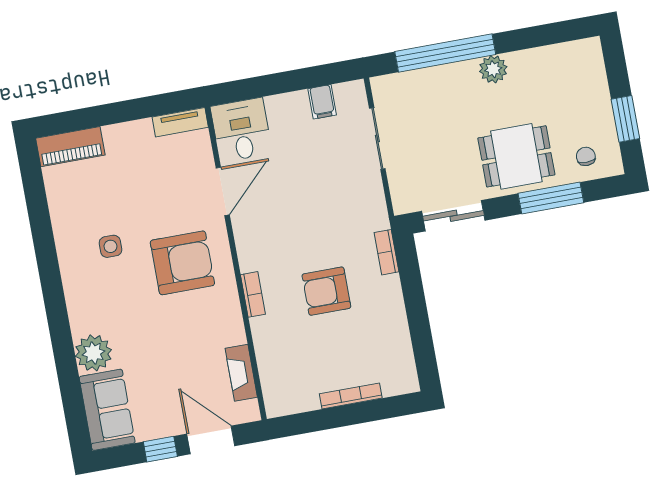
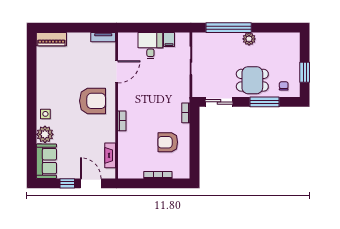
desk: (241, 130) -> (150, 46), moved
side table: (110, 246) -> (45, 114), moved
armchair: (326, 291) -> (168, 142), moved

